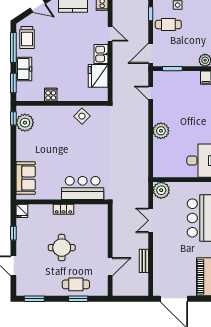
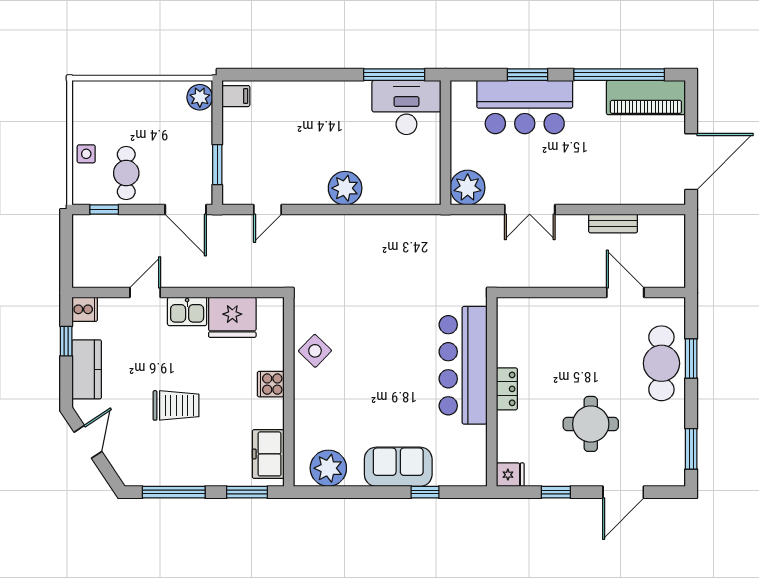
trolley: (27, 37) -> (176, 405), moved
freezer: (24, 69) -> (268, 454), moved, turned -90
cooker: (51, 95) -> (271, 384), moved
window: (13, 118) -> (425, 492), moved
sofa: (26, 178) -> (398, 467), moved
bar counter: (83, 188) -> (463, 365), width x1.36
round table: (62, 248) -> (591, 424), moved
cafe table: (76, 284) -> (661, 363), width x1.37, depth x1.35

